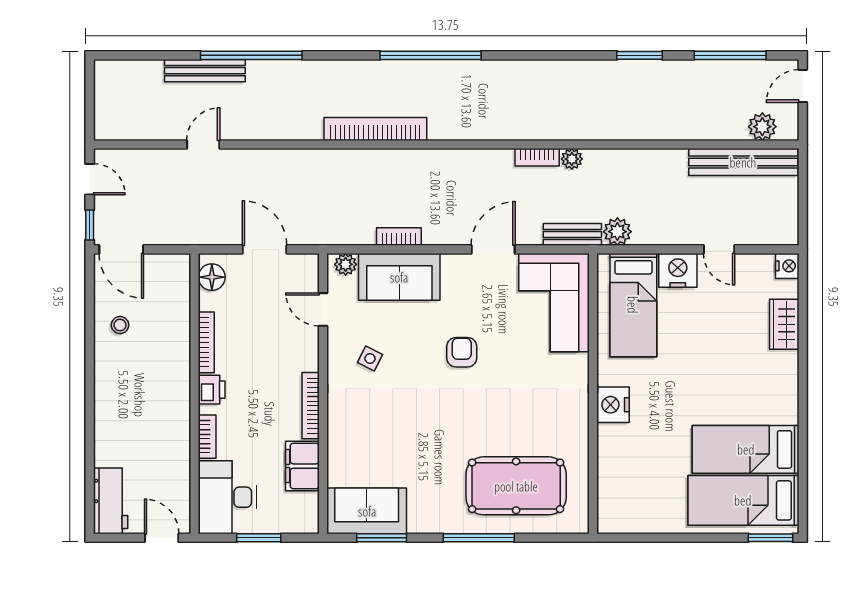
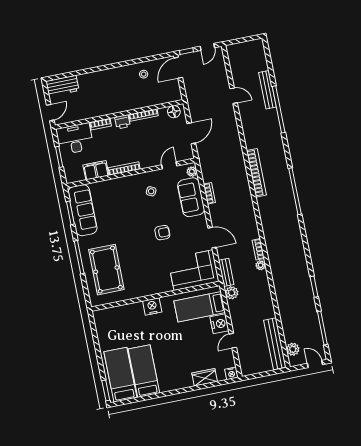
sofa: (367, 511) -> (83, 210), width x1.36

